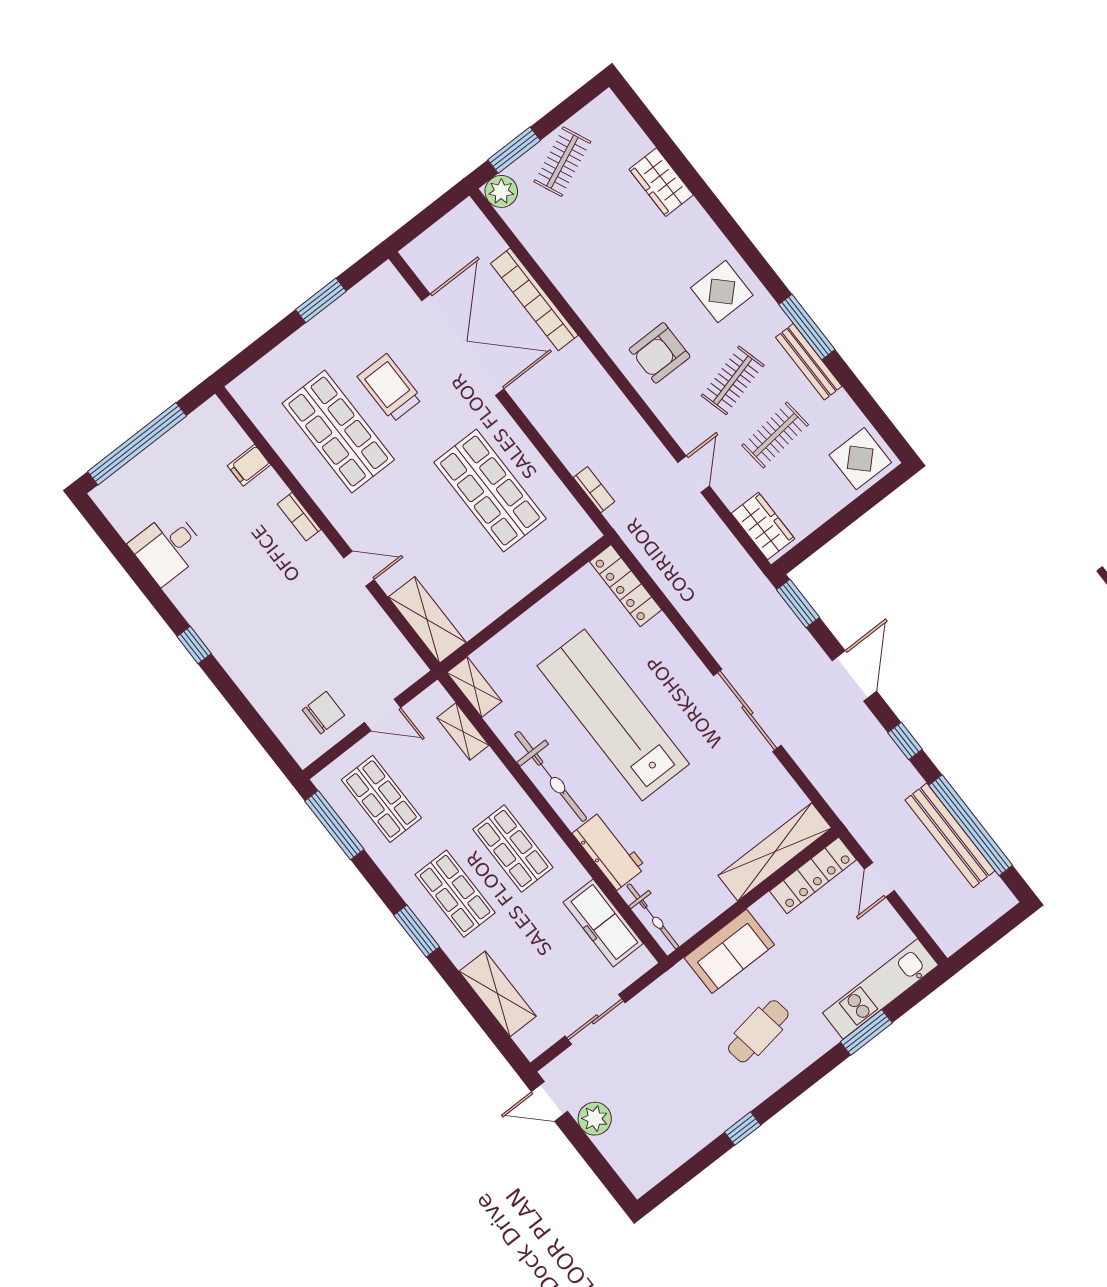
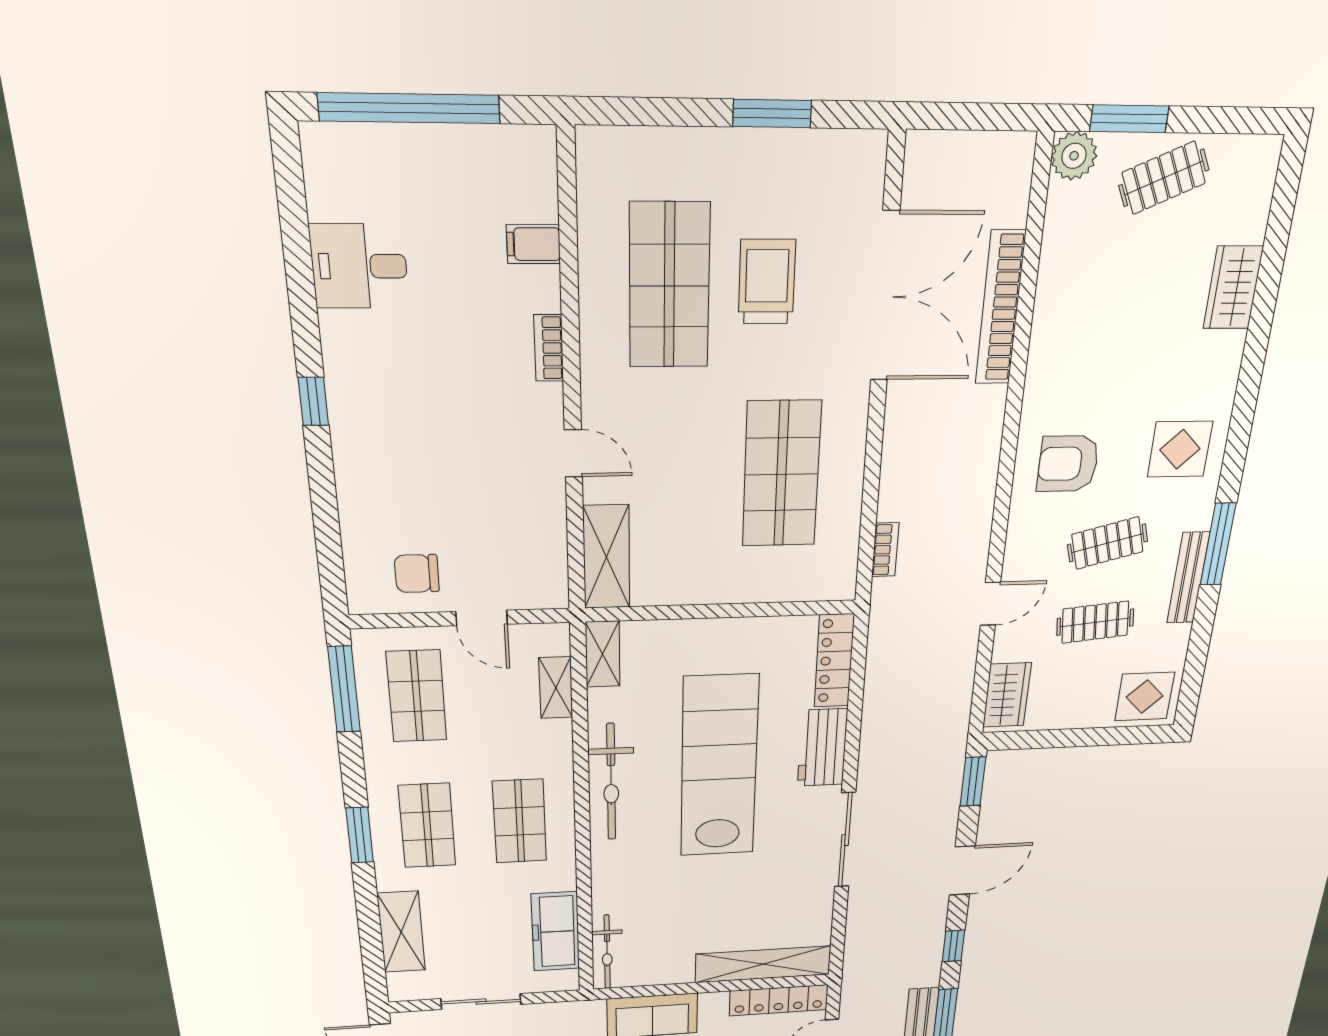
chair: (324, 713) -> (417, 574), turned 180
workbench: (609, 850) -> (822, 748), moved, turned 180

